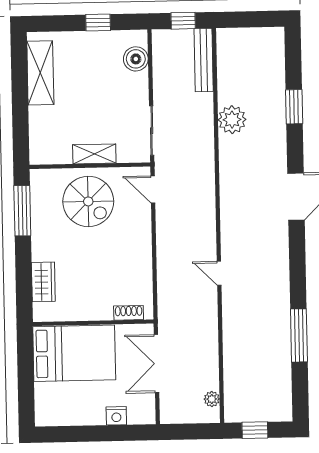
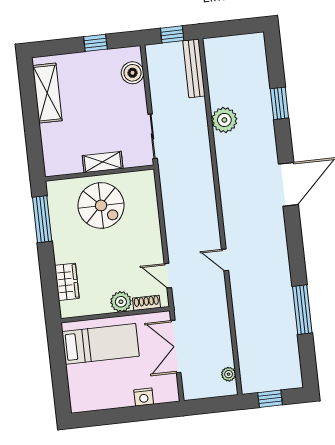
door: (153, 189) -> (168, 276), moved
plant: (101, 309) -> (121, 302), added
bed: (74, 353) -> (101, 344), width x0.67

